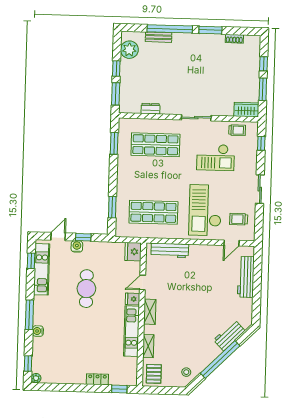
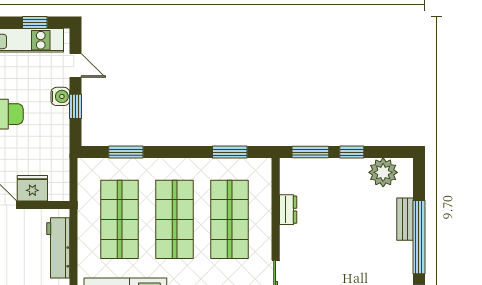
shop shelf: (154, 179) -> (175, 219), added
fridge: (133, 252) -> (32, 188), moved

